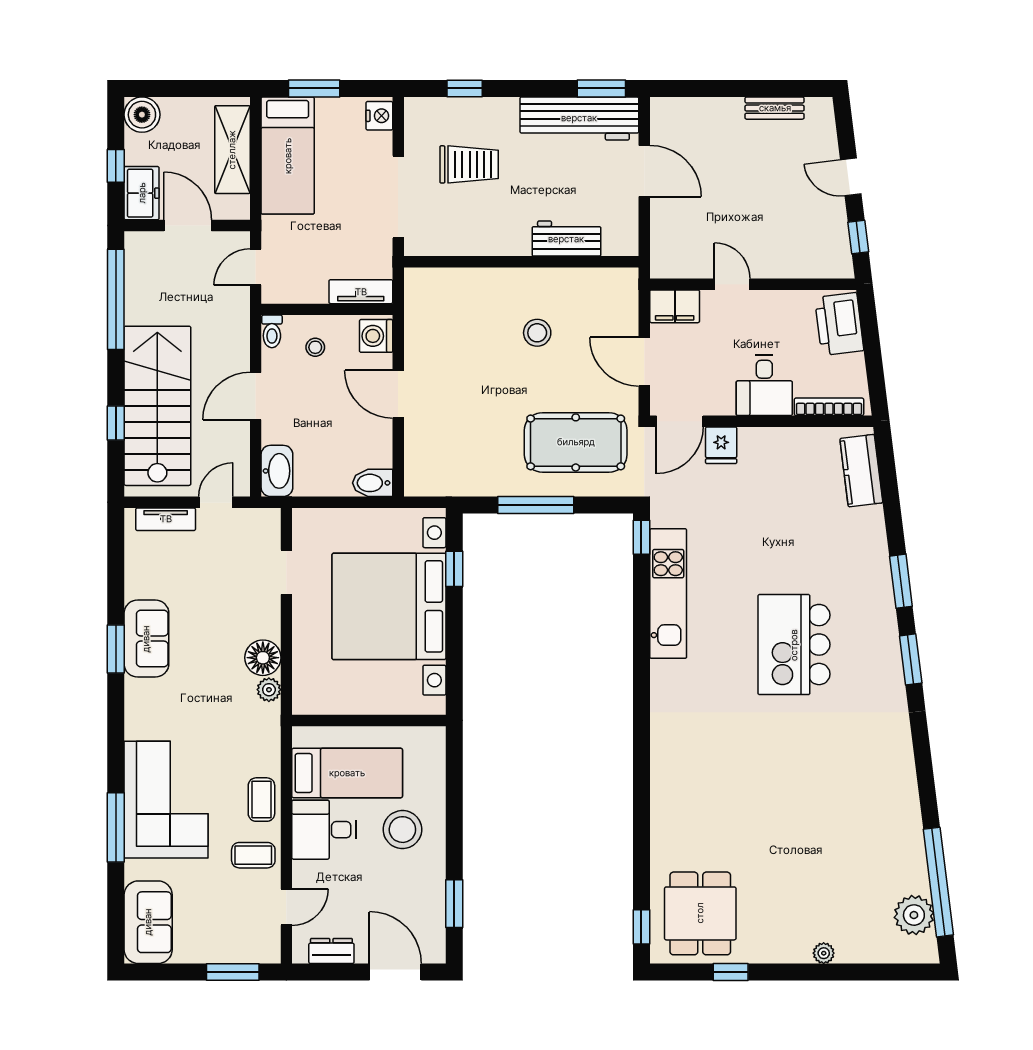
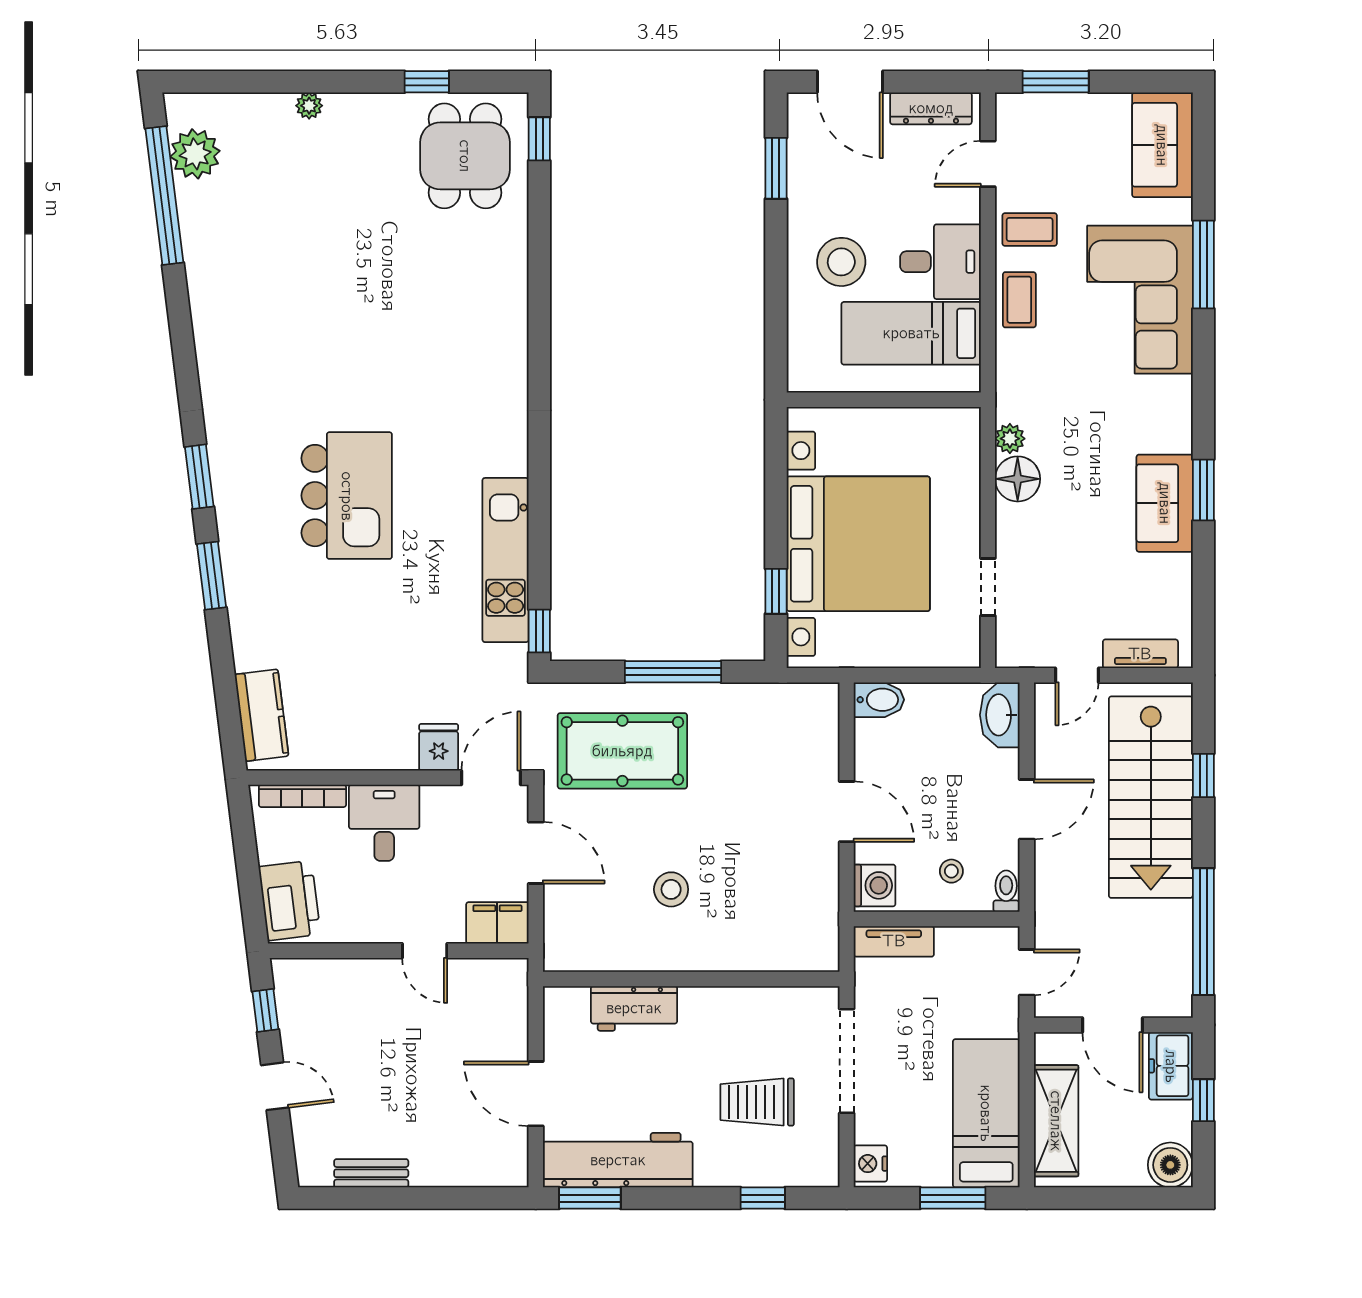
dresser: (331, 951) -> (931, 108), width x1.44

